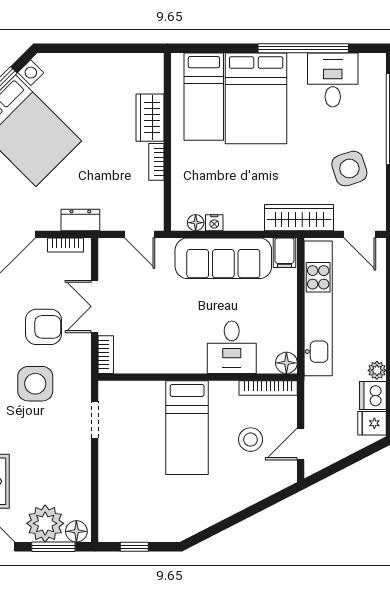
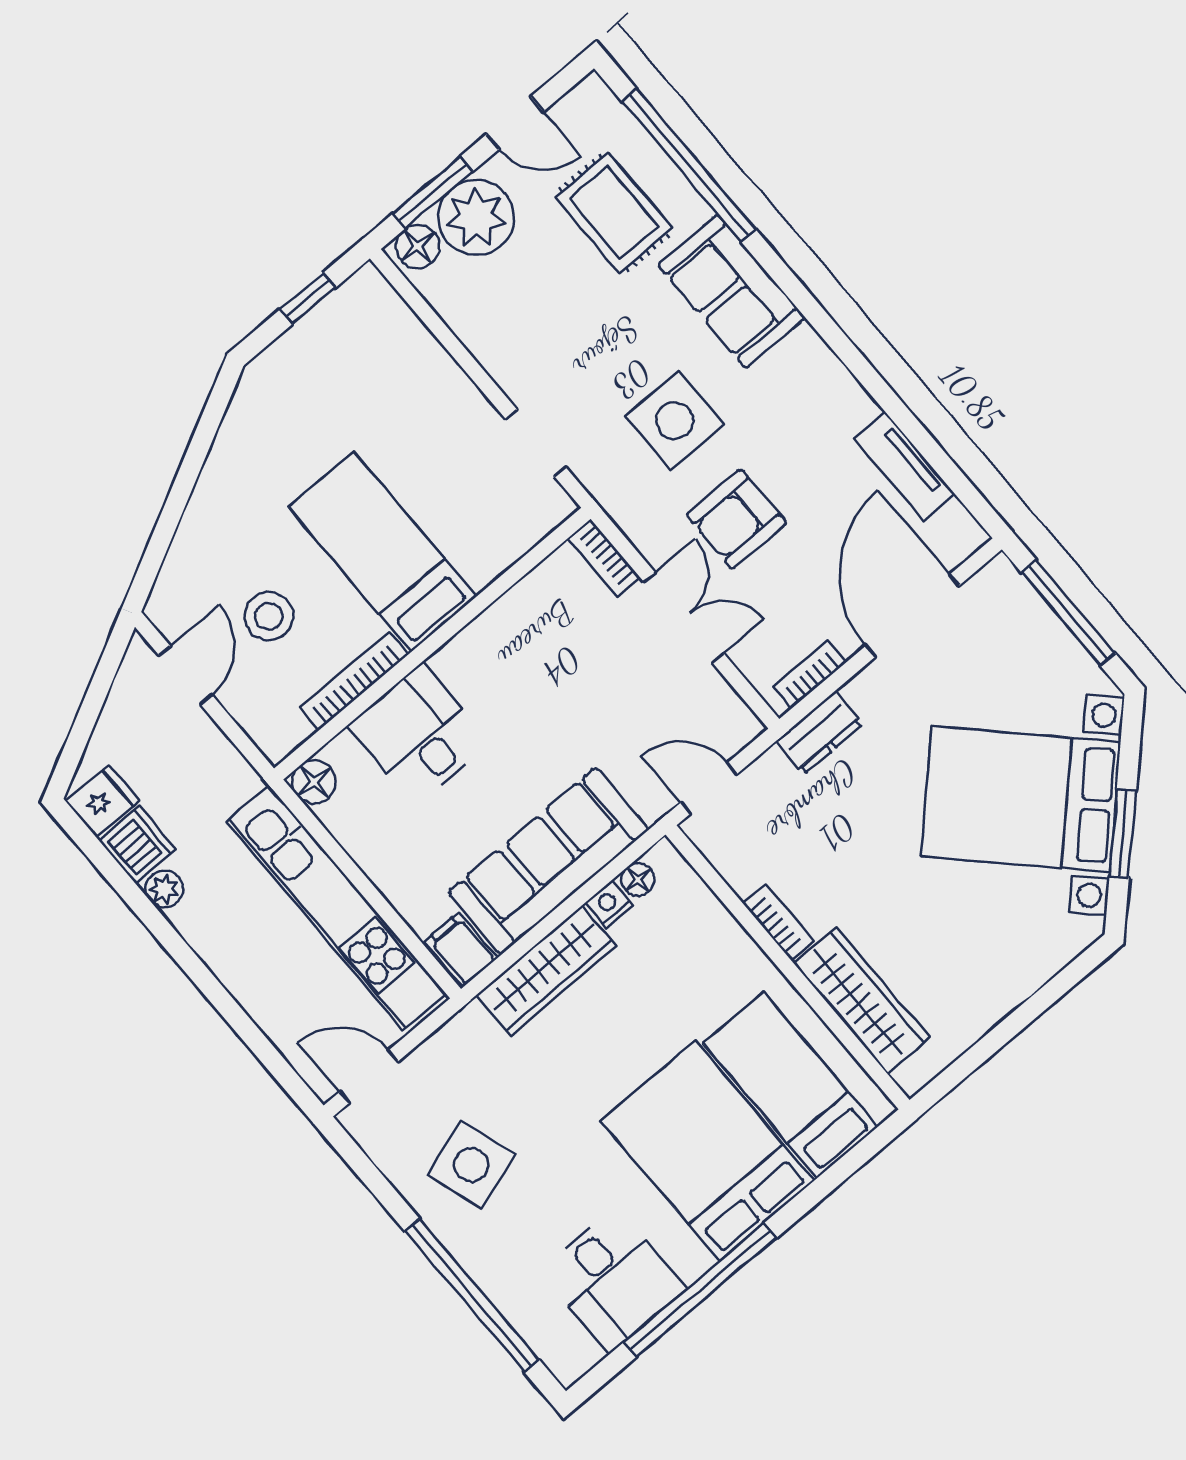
wardrobe: (150, 118) -> (862, 1000), width x1.50
wardrobe: (299, 218) -> (547, 971), moved
bookcase: (268, 388) -> (354, 681), moved

